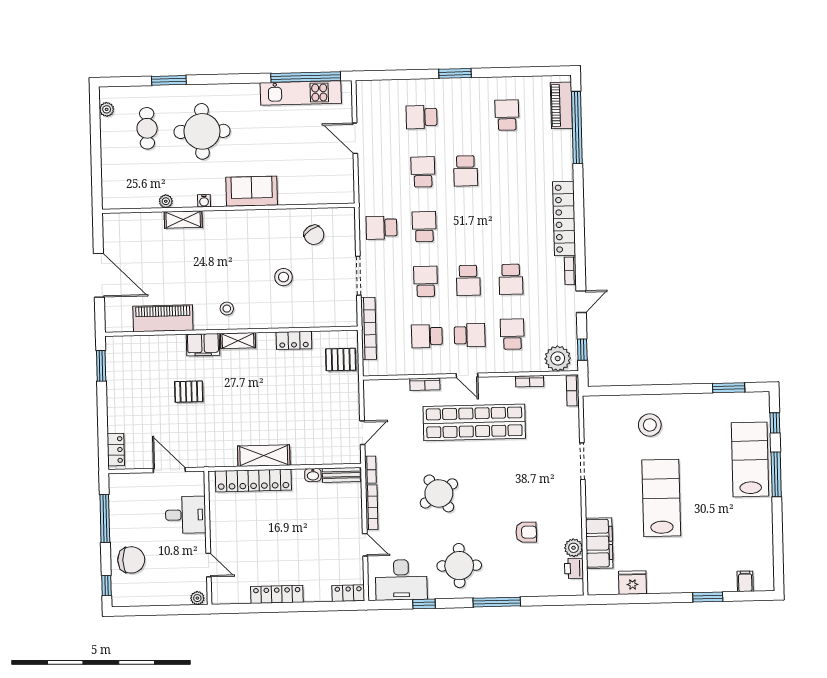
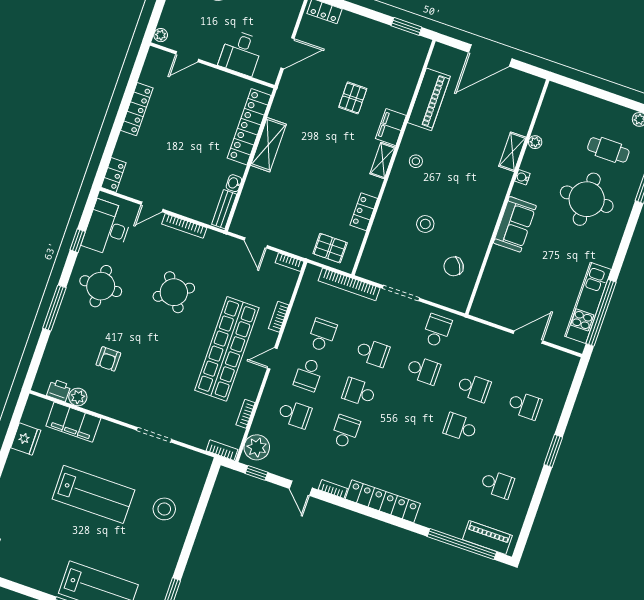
school desk: (422, 117) -> (525, 405), turned 90
school desk: (511, 279) -> (345, 432), turned 90
pallet: (341, 360) -> (330, 248), turned 90
bookcase: (370, 470) -> (290, 262), moved

